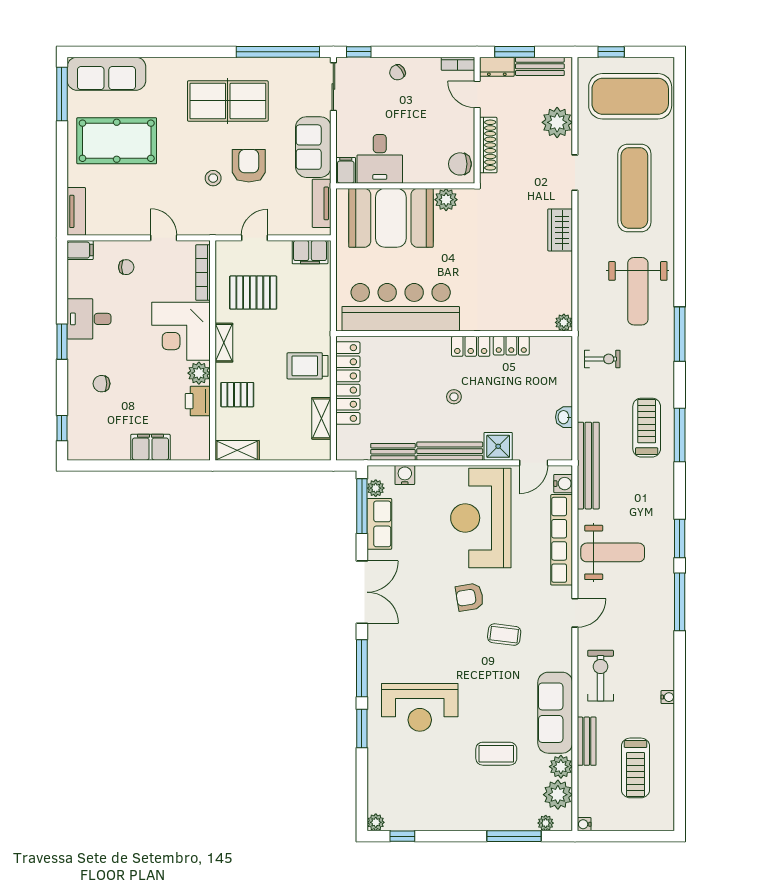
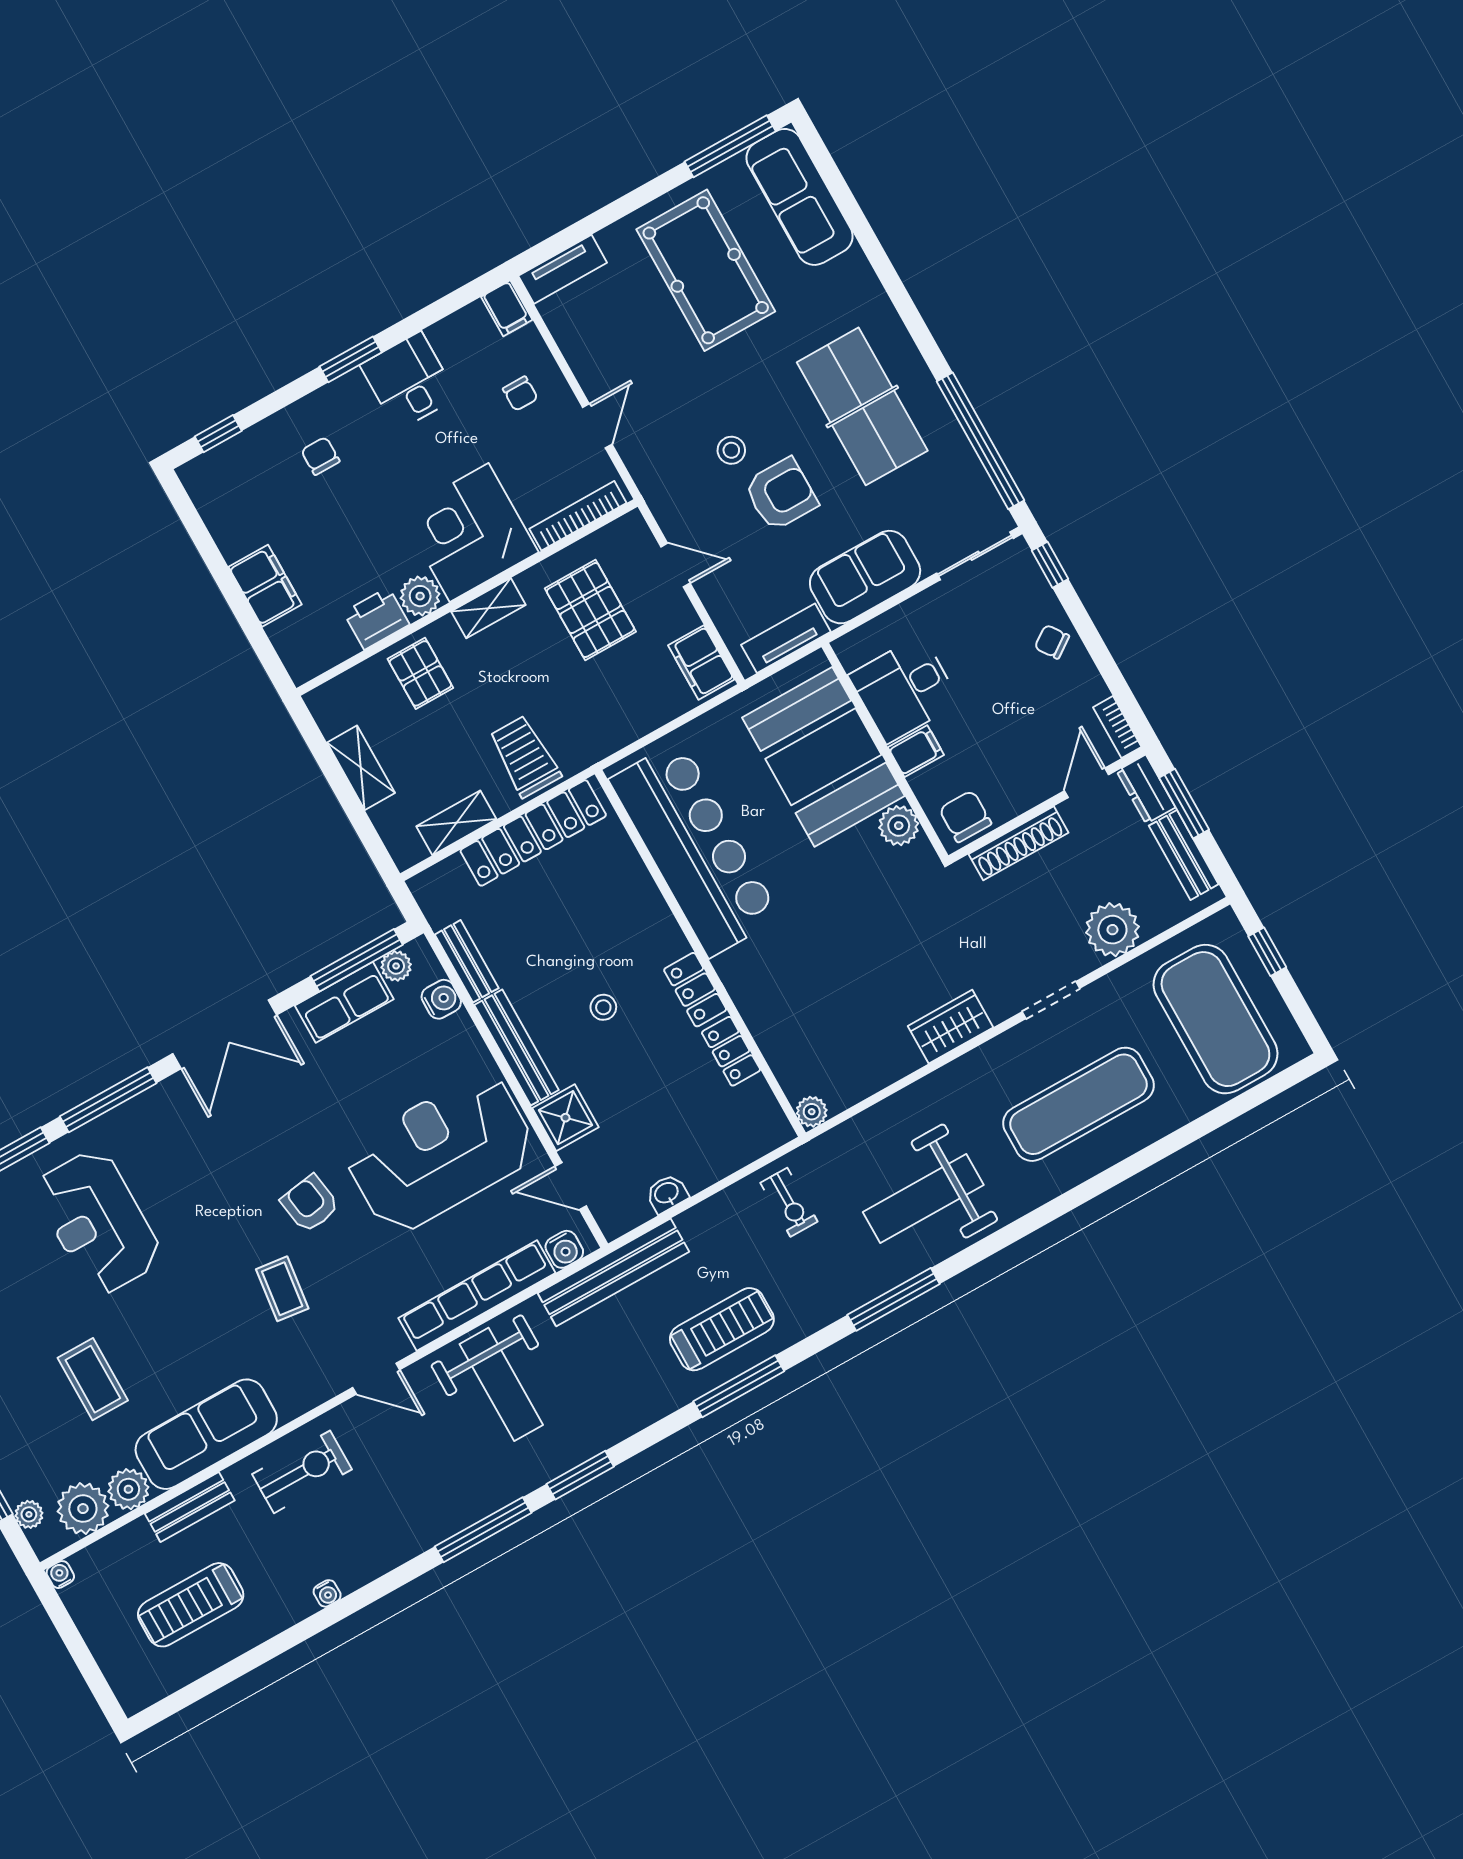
filing cabinet: (346, 170) -> (916, 751), moved
shelving: (237, 450) -> (361, 768), moved

